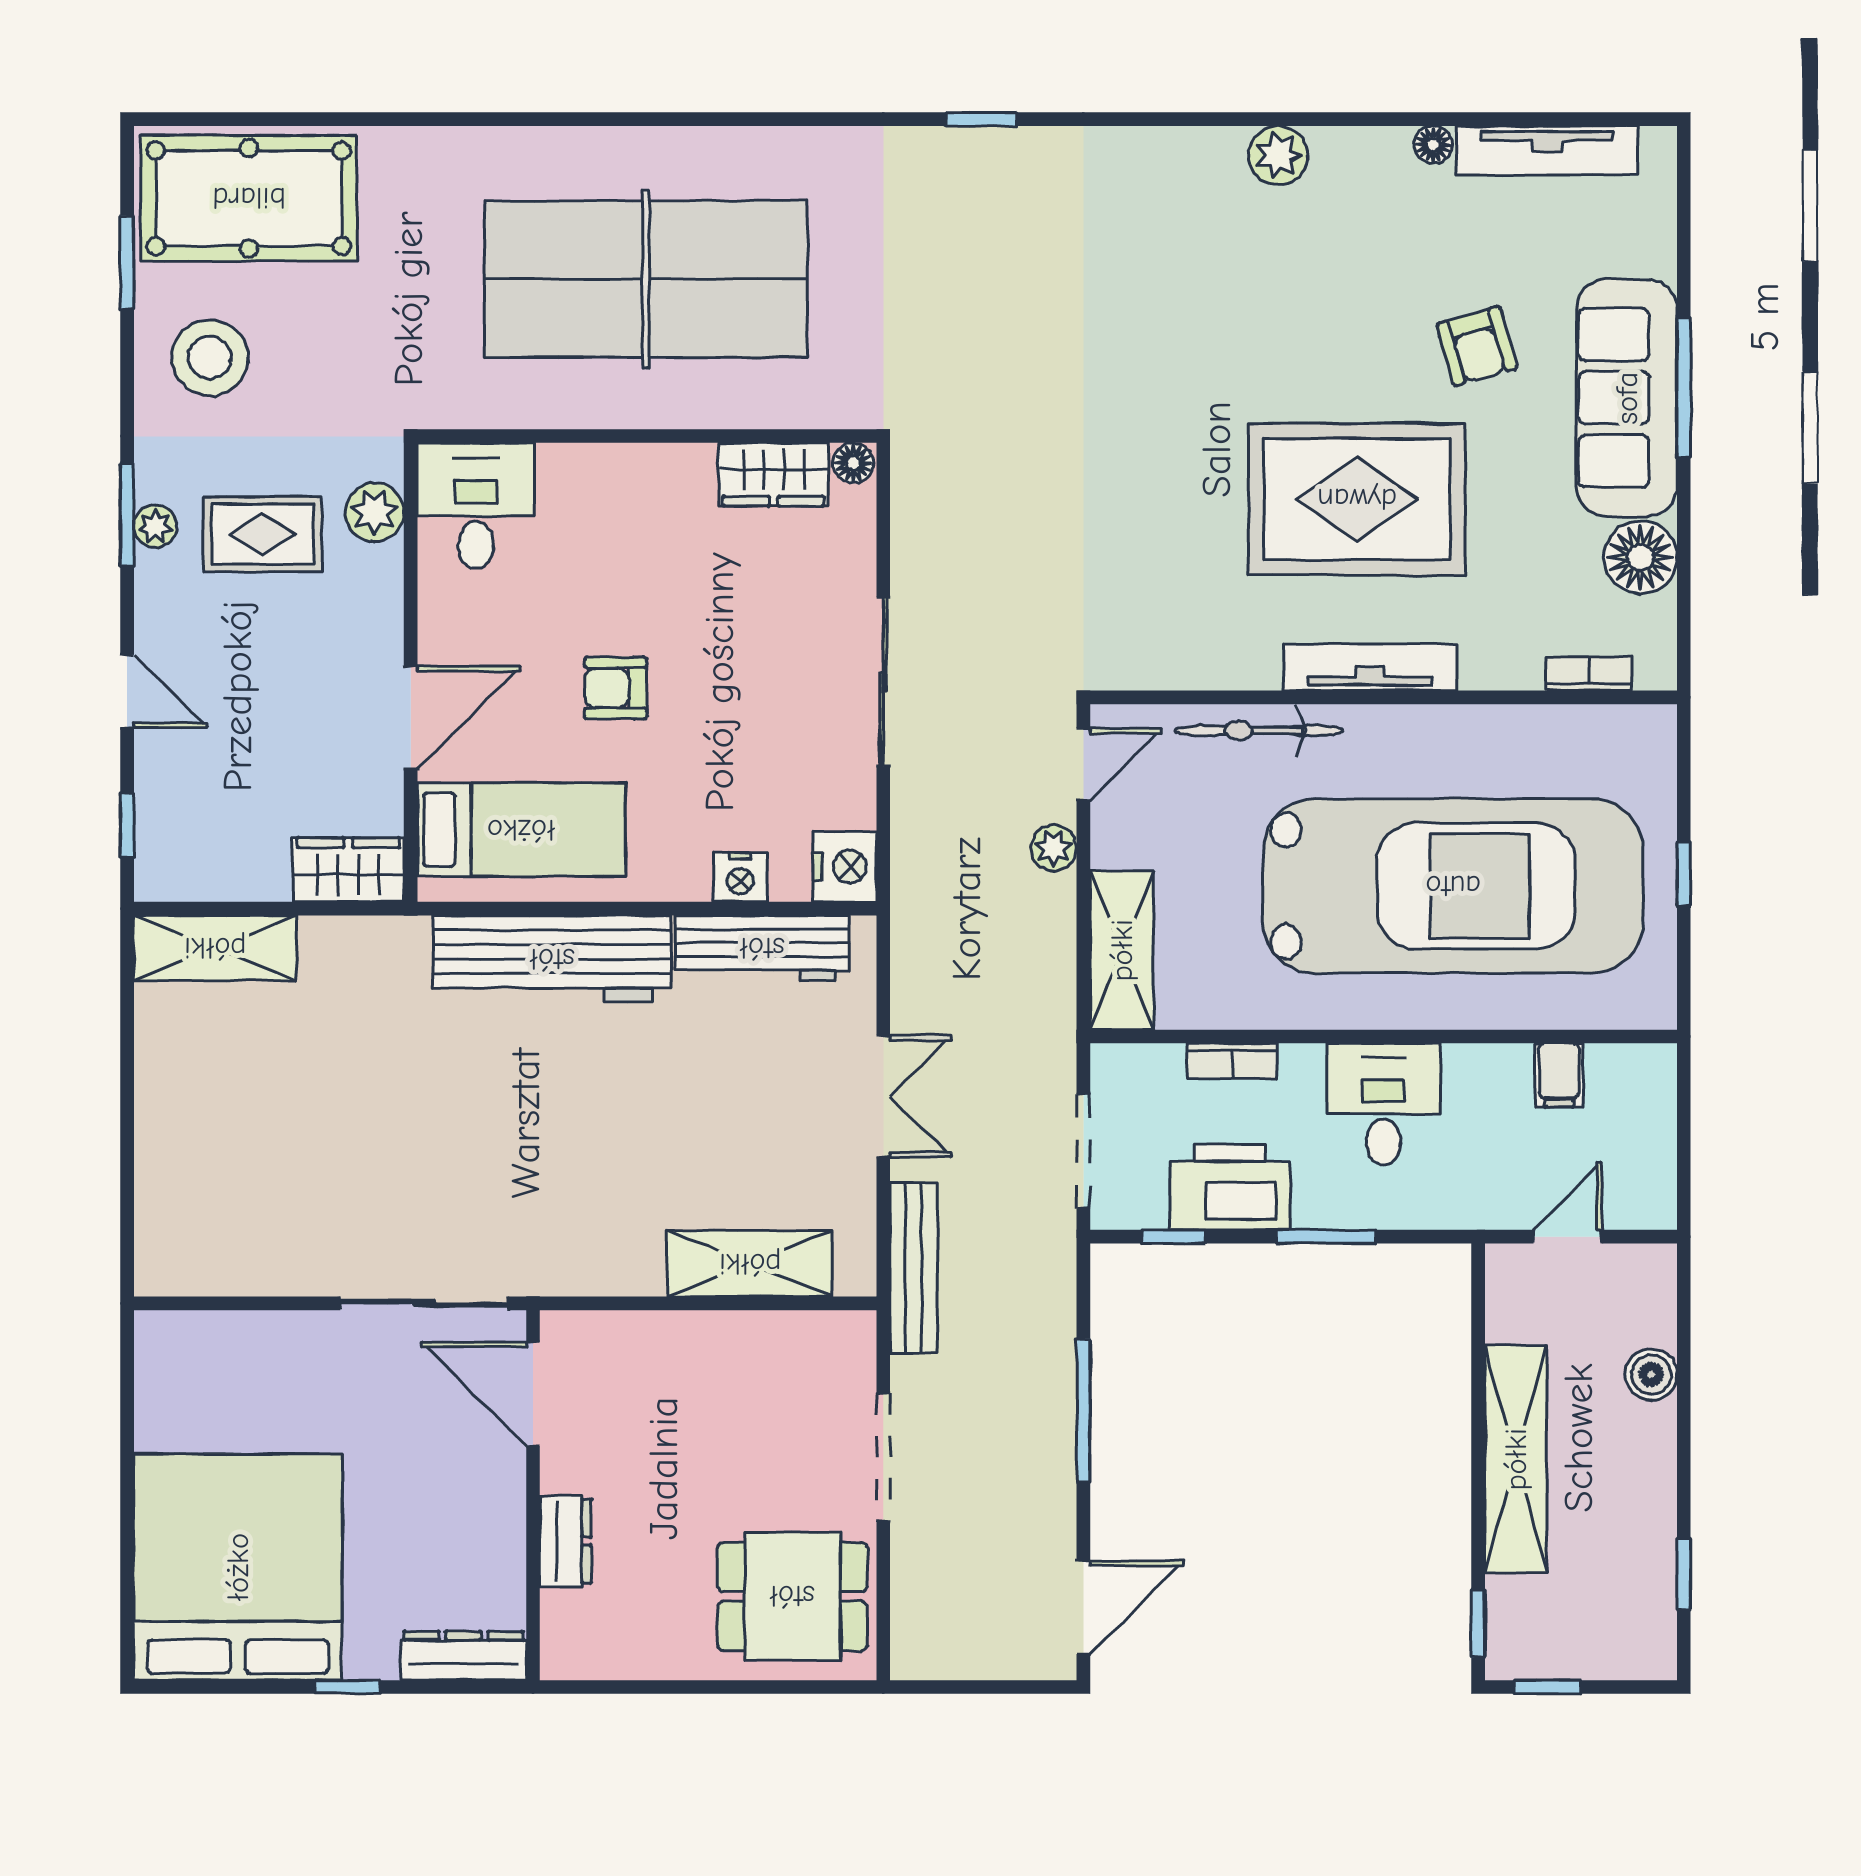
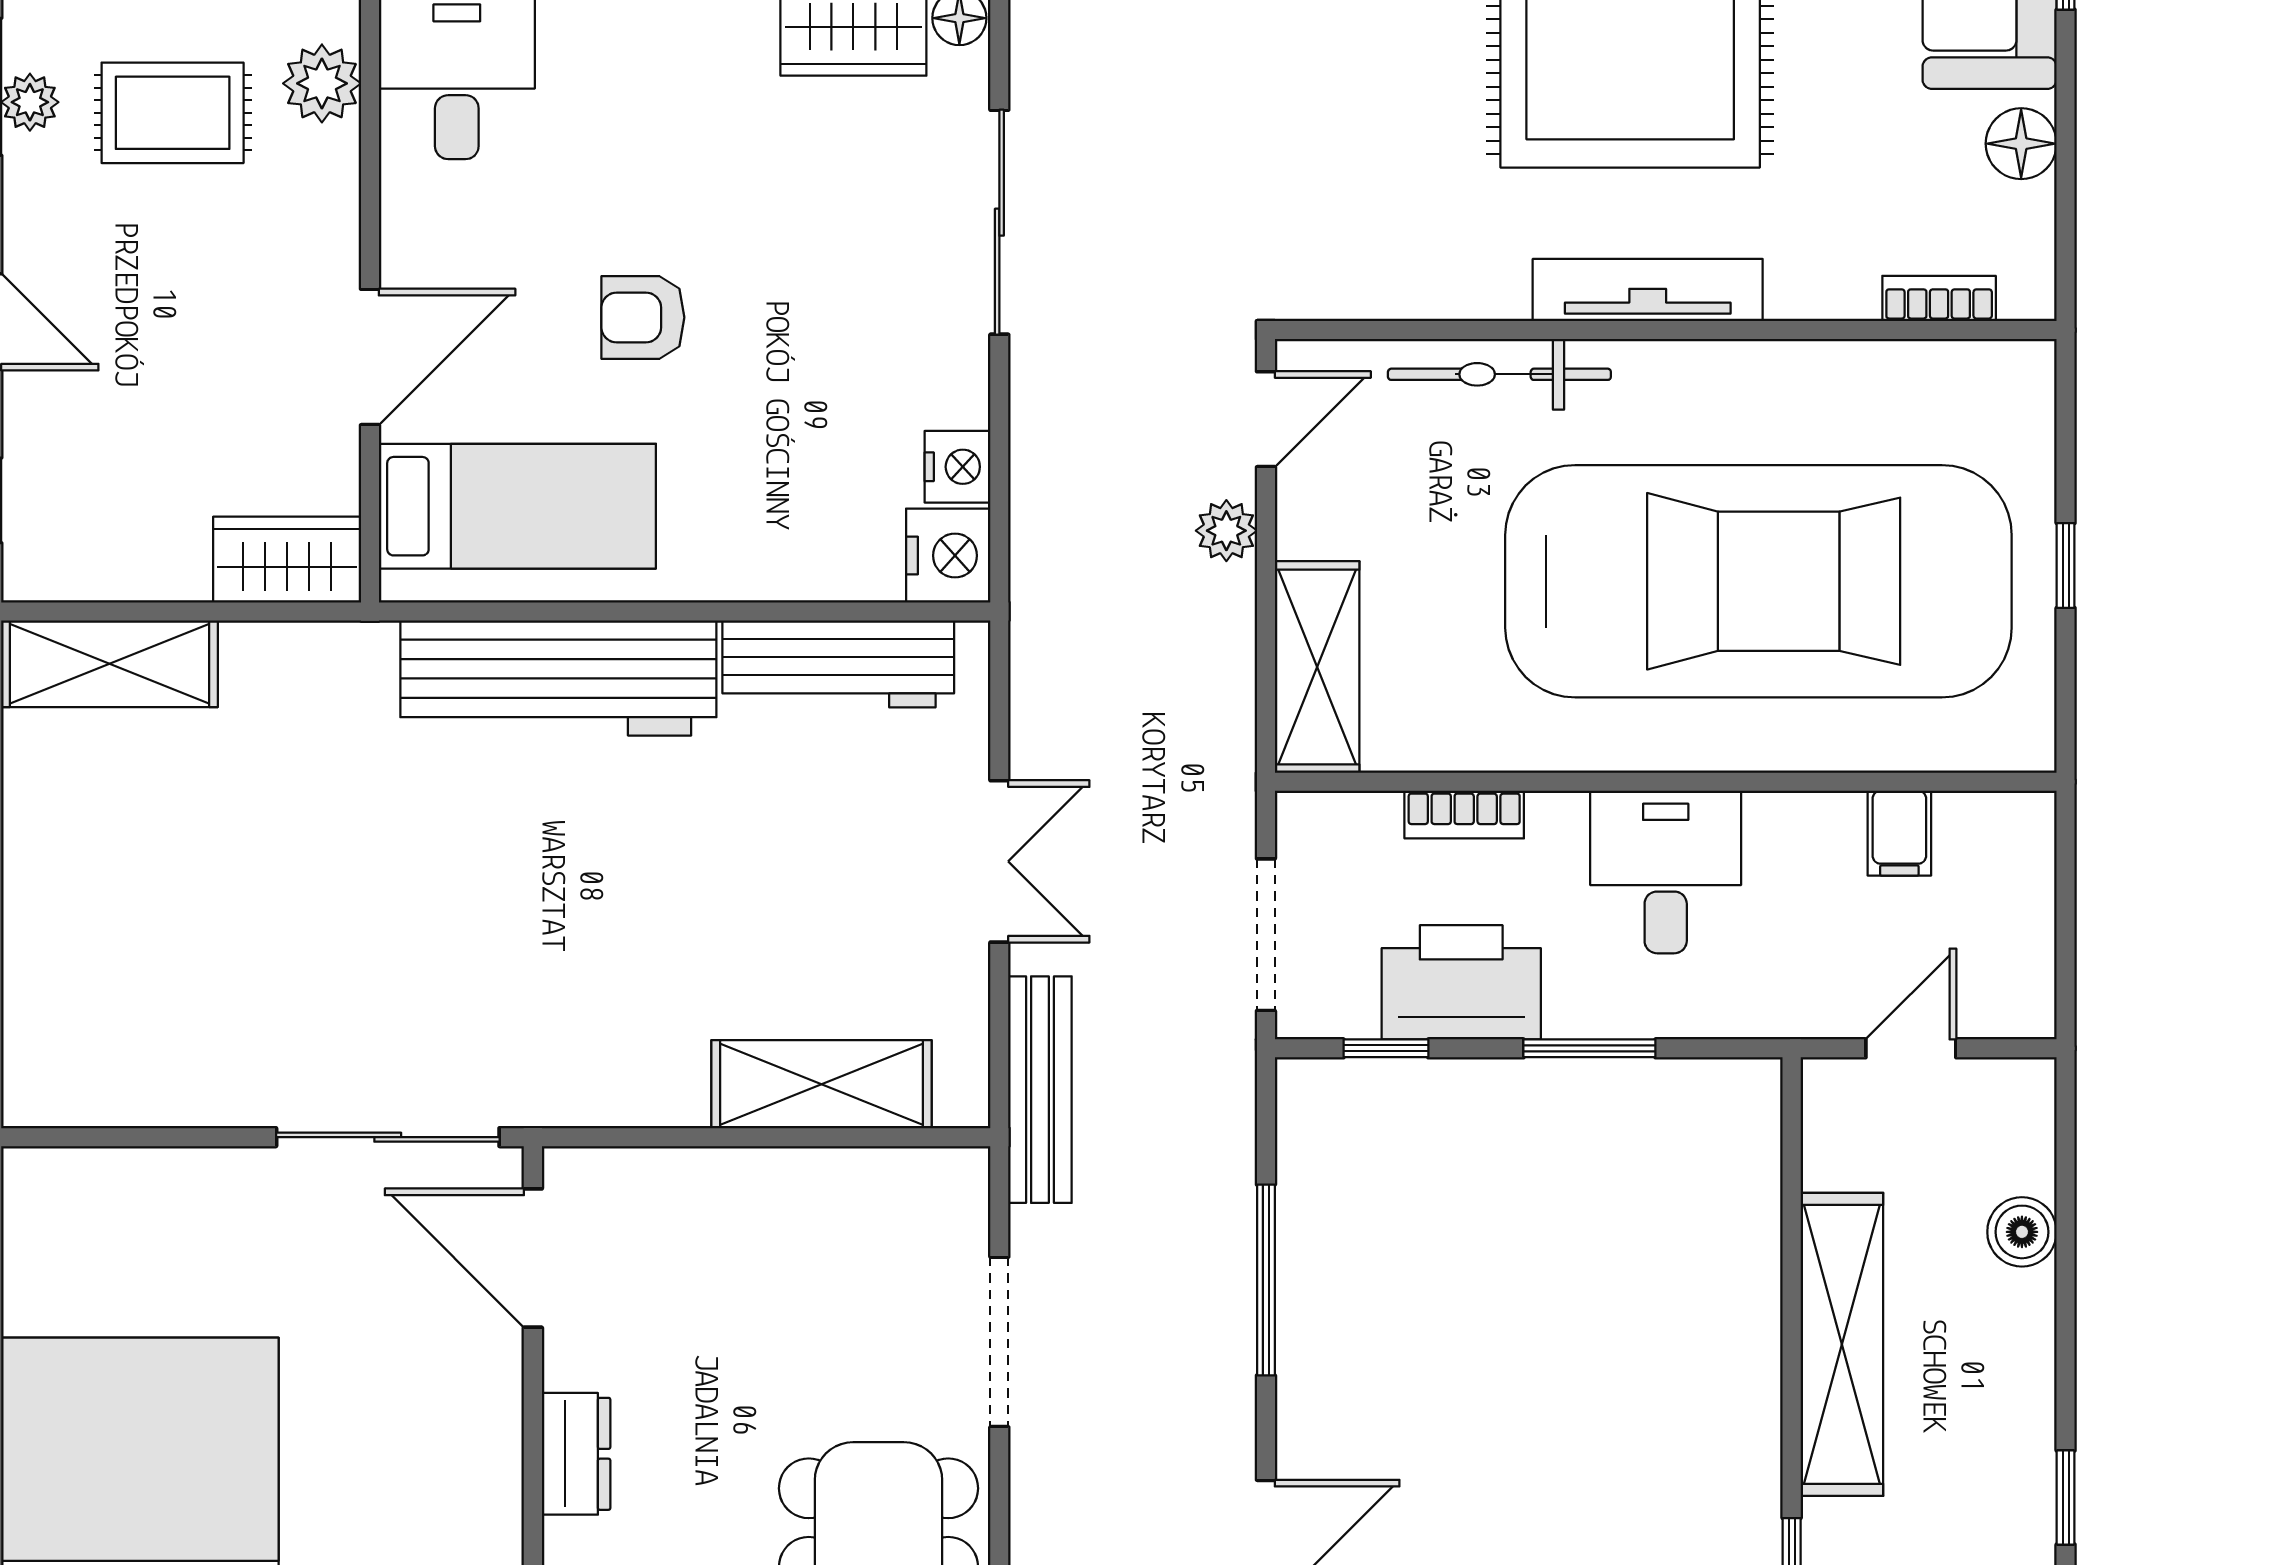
floor lamp: (1640, 557) -> (2021, 144), width x0.73, depth x0.73
sliding door: (883, 682) -> (999, 222), moved
nightstand: (740, 877) -> (958, 467), moved, turned -90

